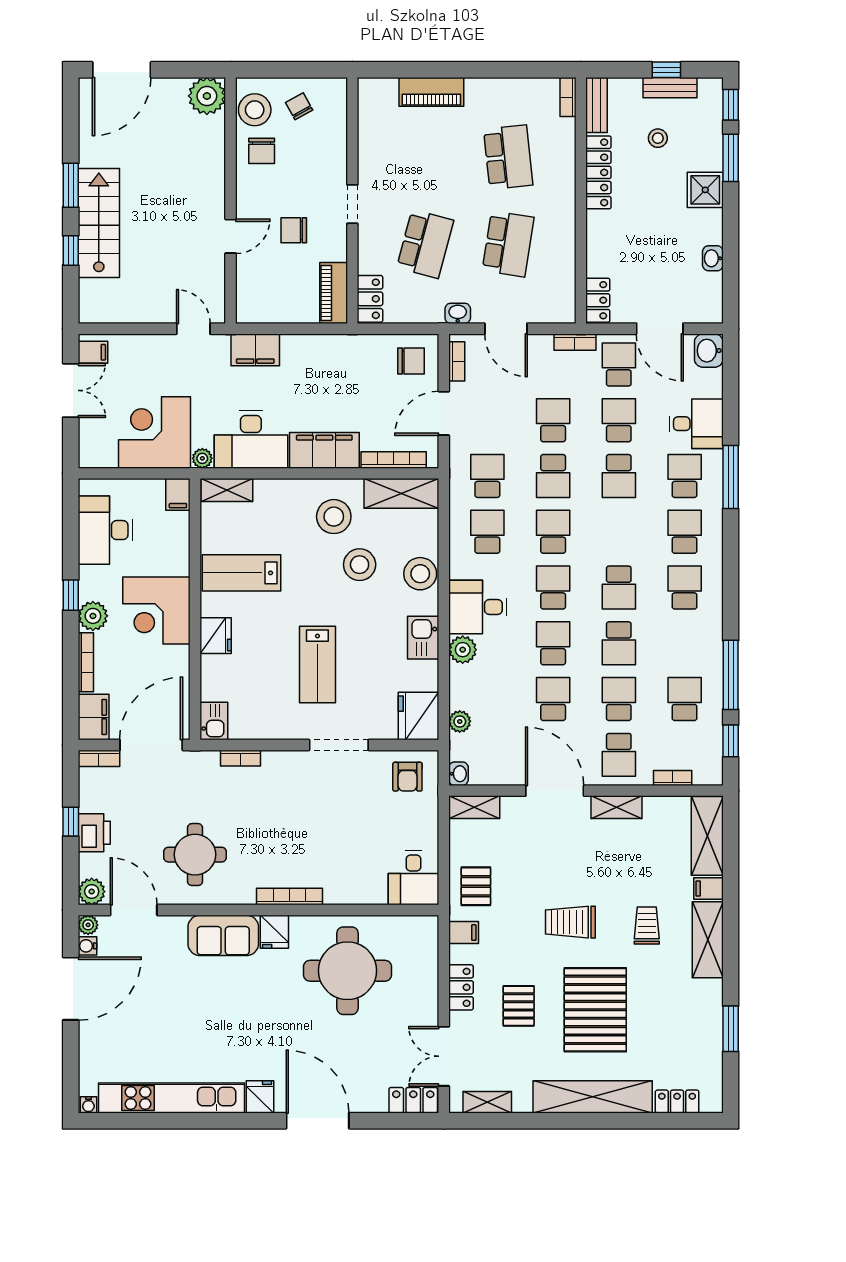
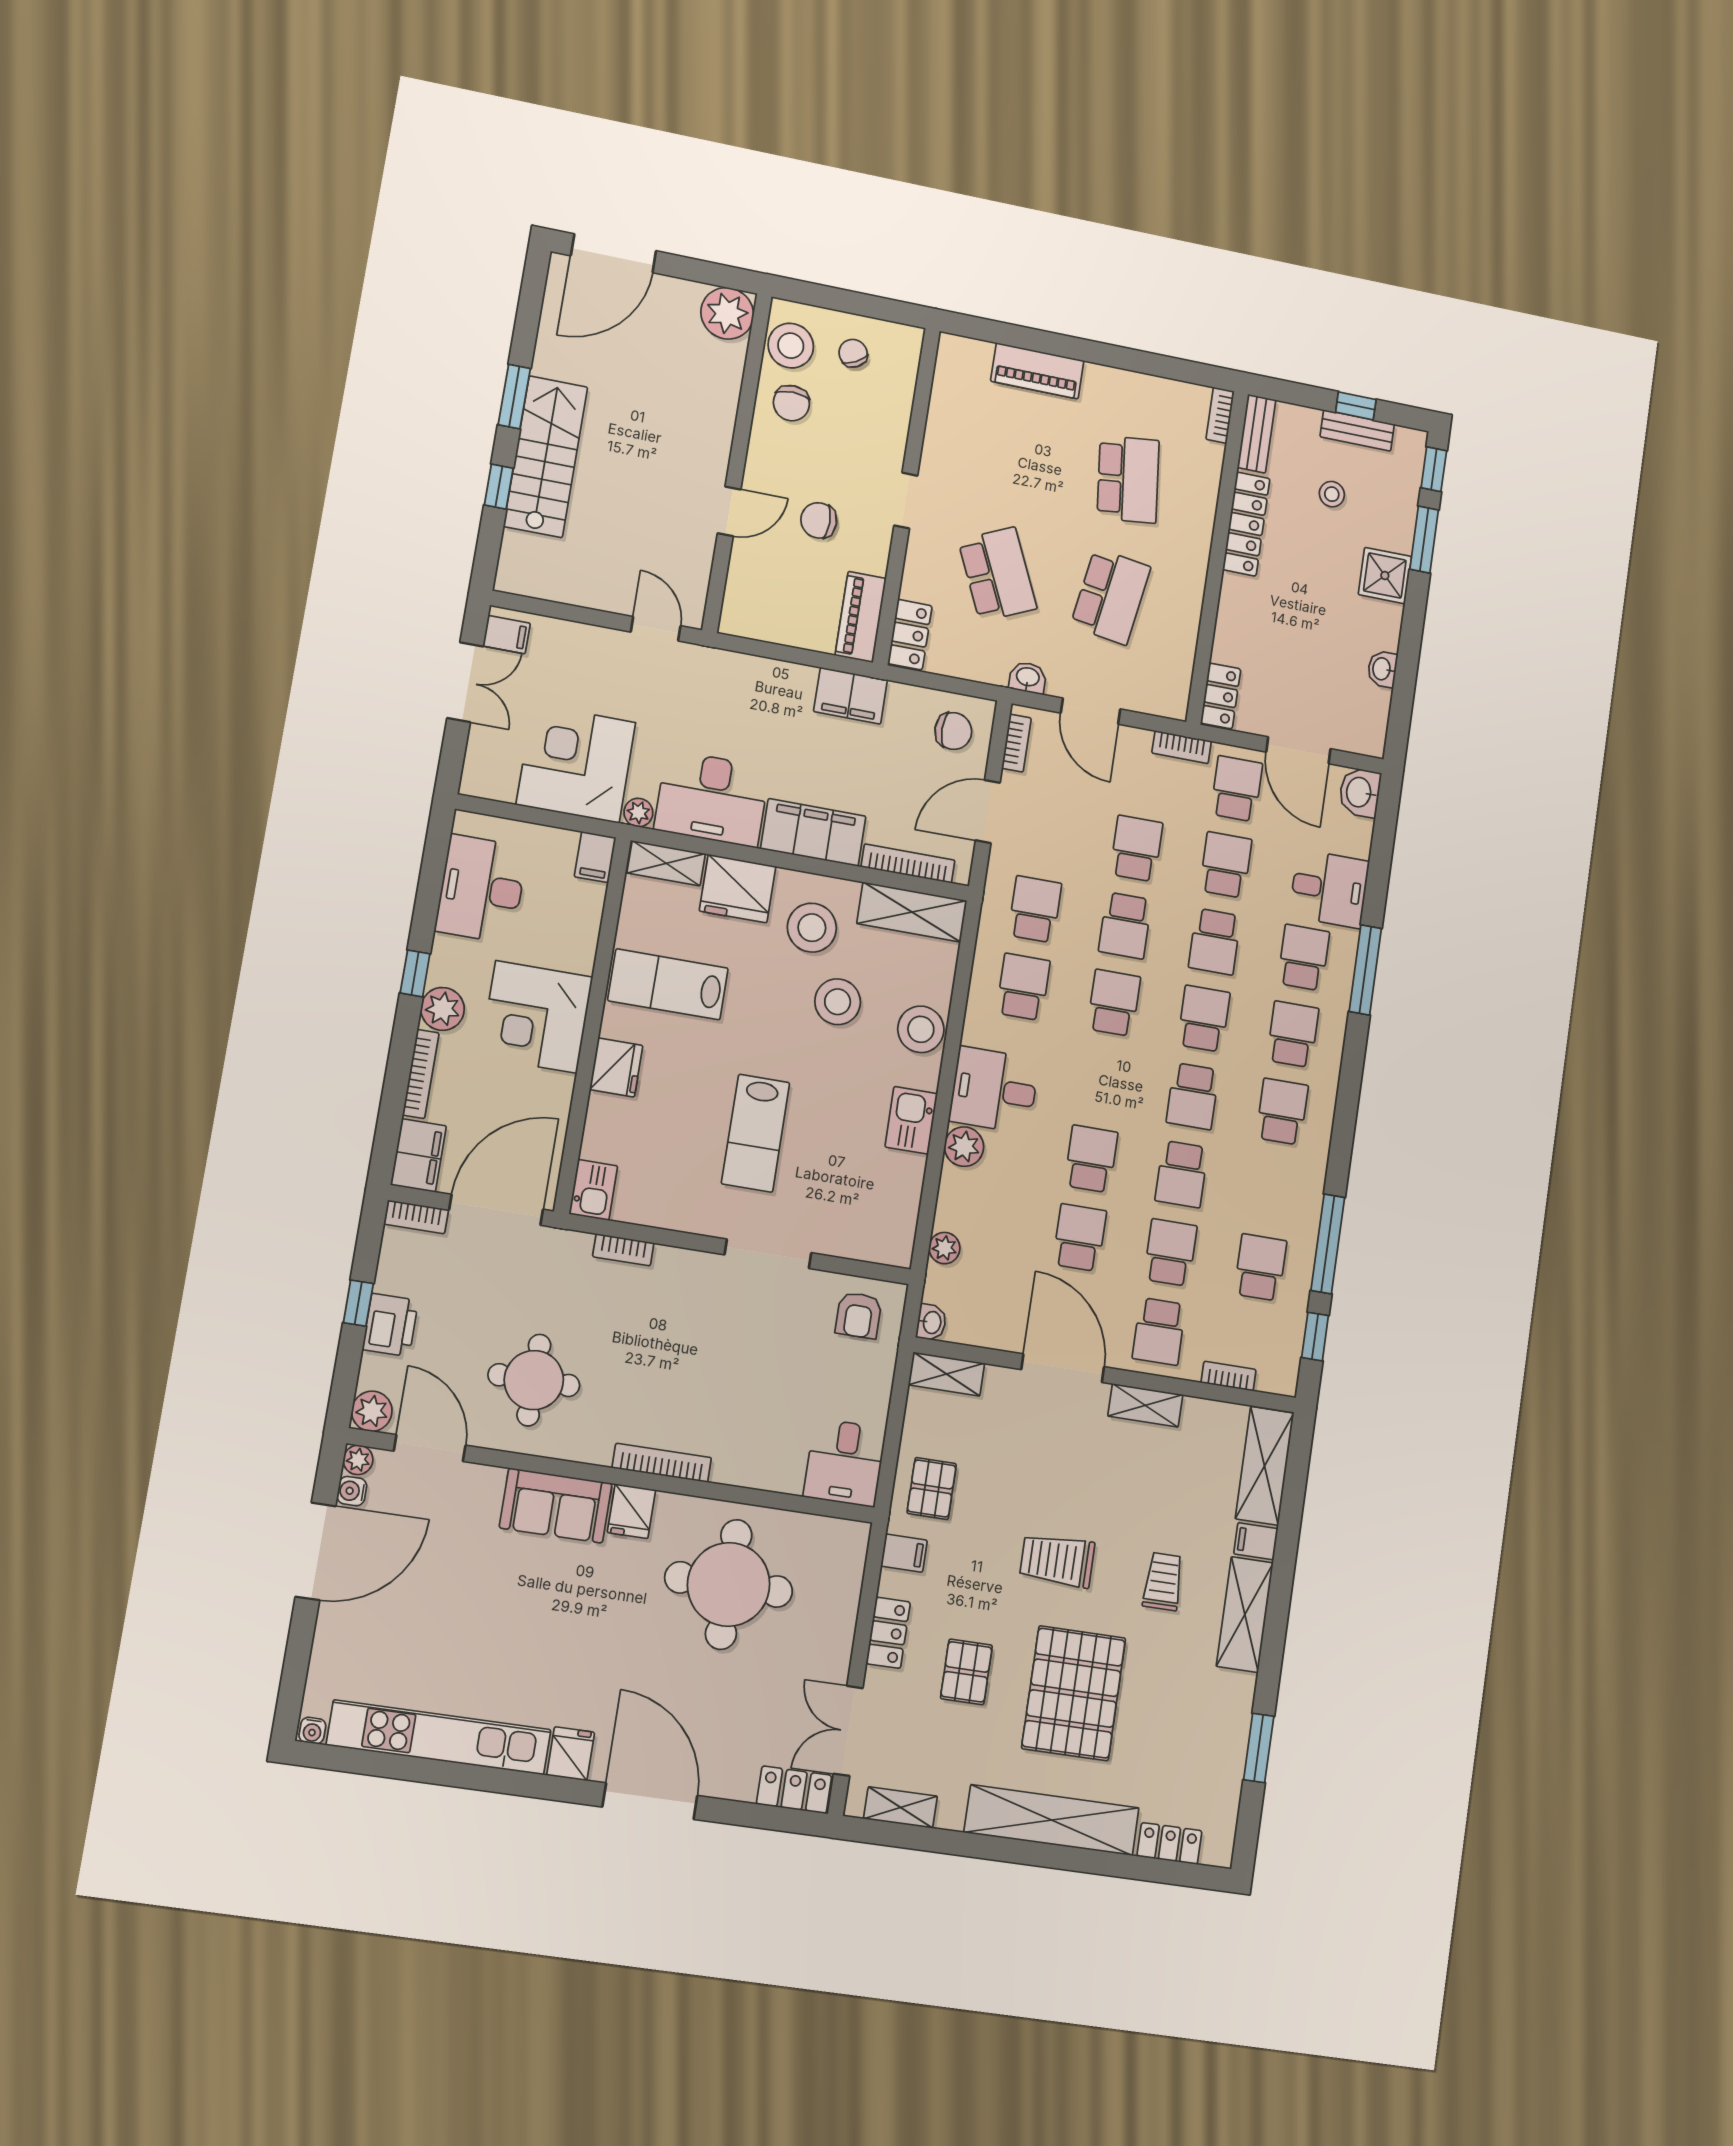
school desk: (425, 244) -> (997, 574), turned -39
filing cabinet: (255, 350) -> (851, 696), moved
school desk: (553, 588) -> (1204, 1019), moved
fridge: (419, 716) -> (738, 889), moved, turned -90

